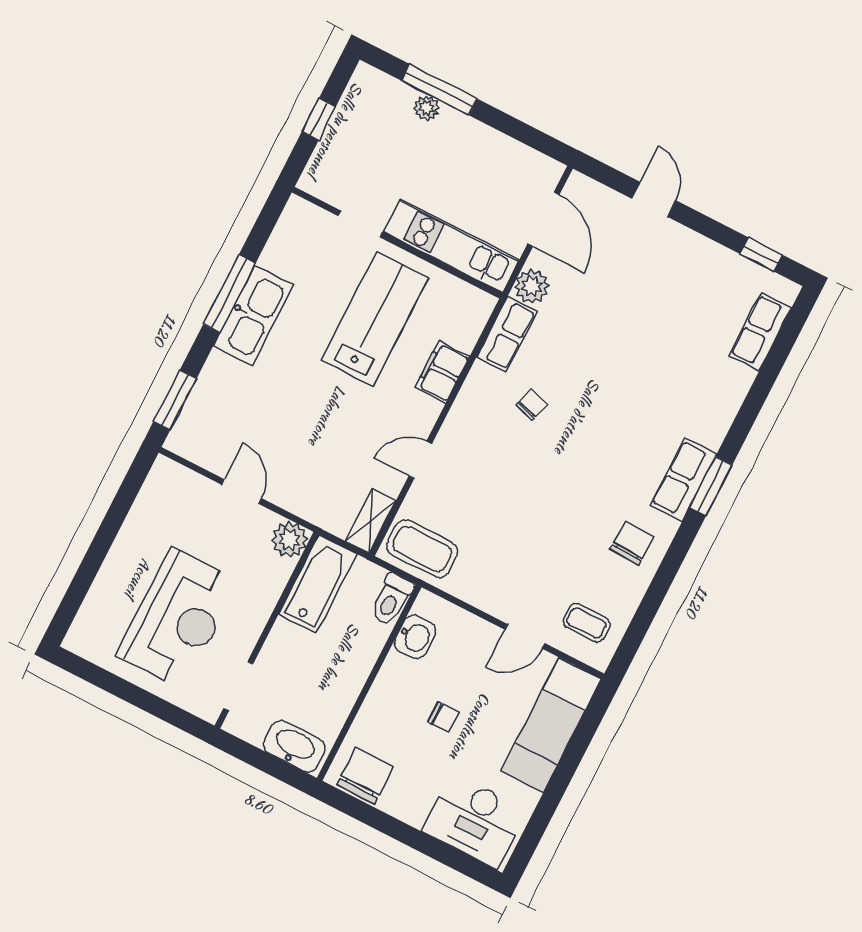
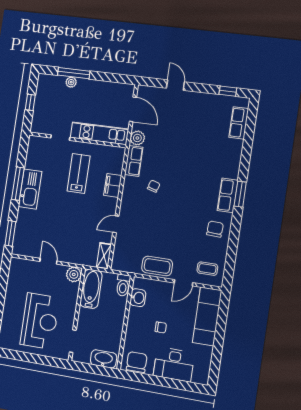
lab bench: (375, 319) -> (79, 173), width x0.73, depth x0.72
coffee table: (422, 549) -> (157, 266), moved
desk: (474, 821) -> (174, 364), moved

